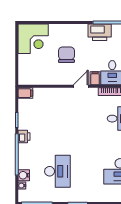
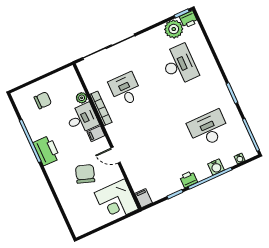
corner desk: (33, 39) -> (116, 201), moved, turned 180
chair: (66, 55) -> (85, 174), turned 109
door: (81, 86) -> (116, 155), moved
water cooler: (24, 175) -> (216, 167), moved

